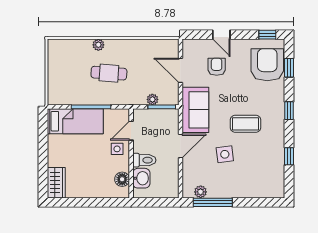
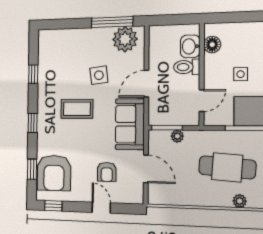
cafe table: (109, 73) -> (227, 167), width x1.37, depth x1.35
side table: (117, 149) -> (241, 74), moved
plant: (201, 192) -> (125, 39), width x1.88, depth x1.88

